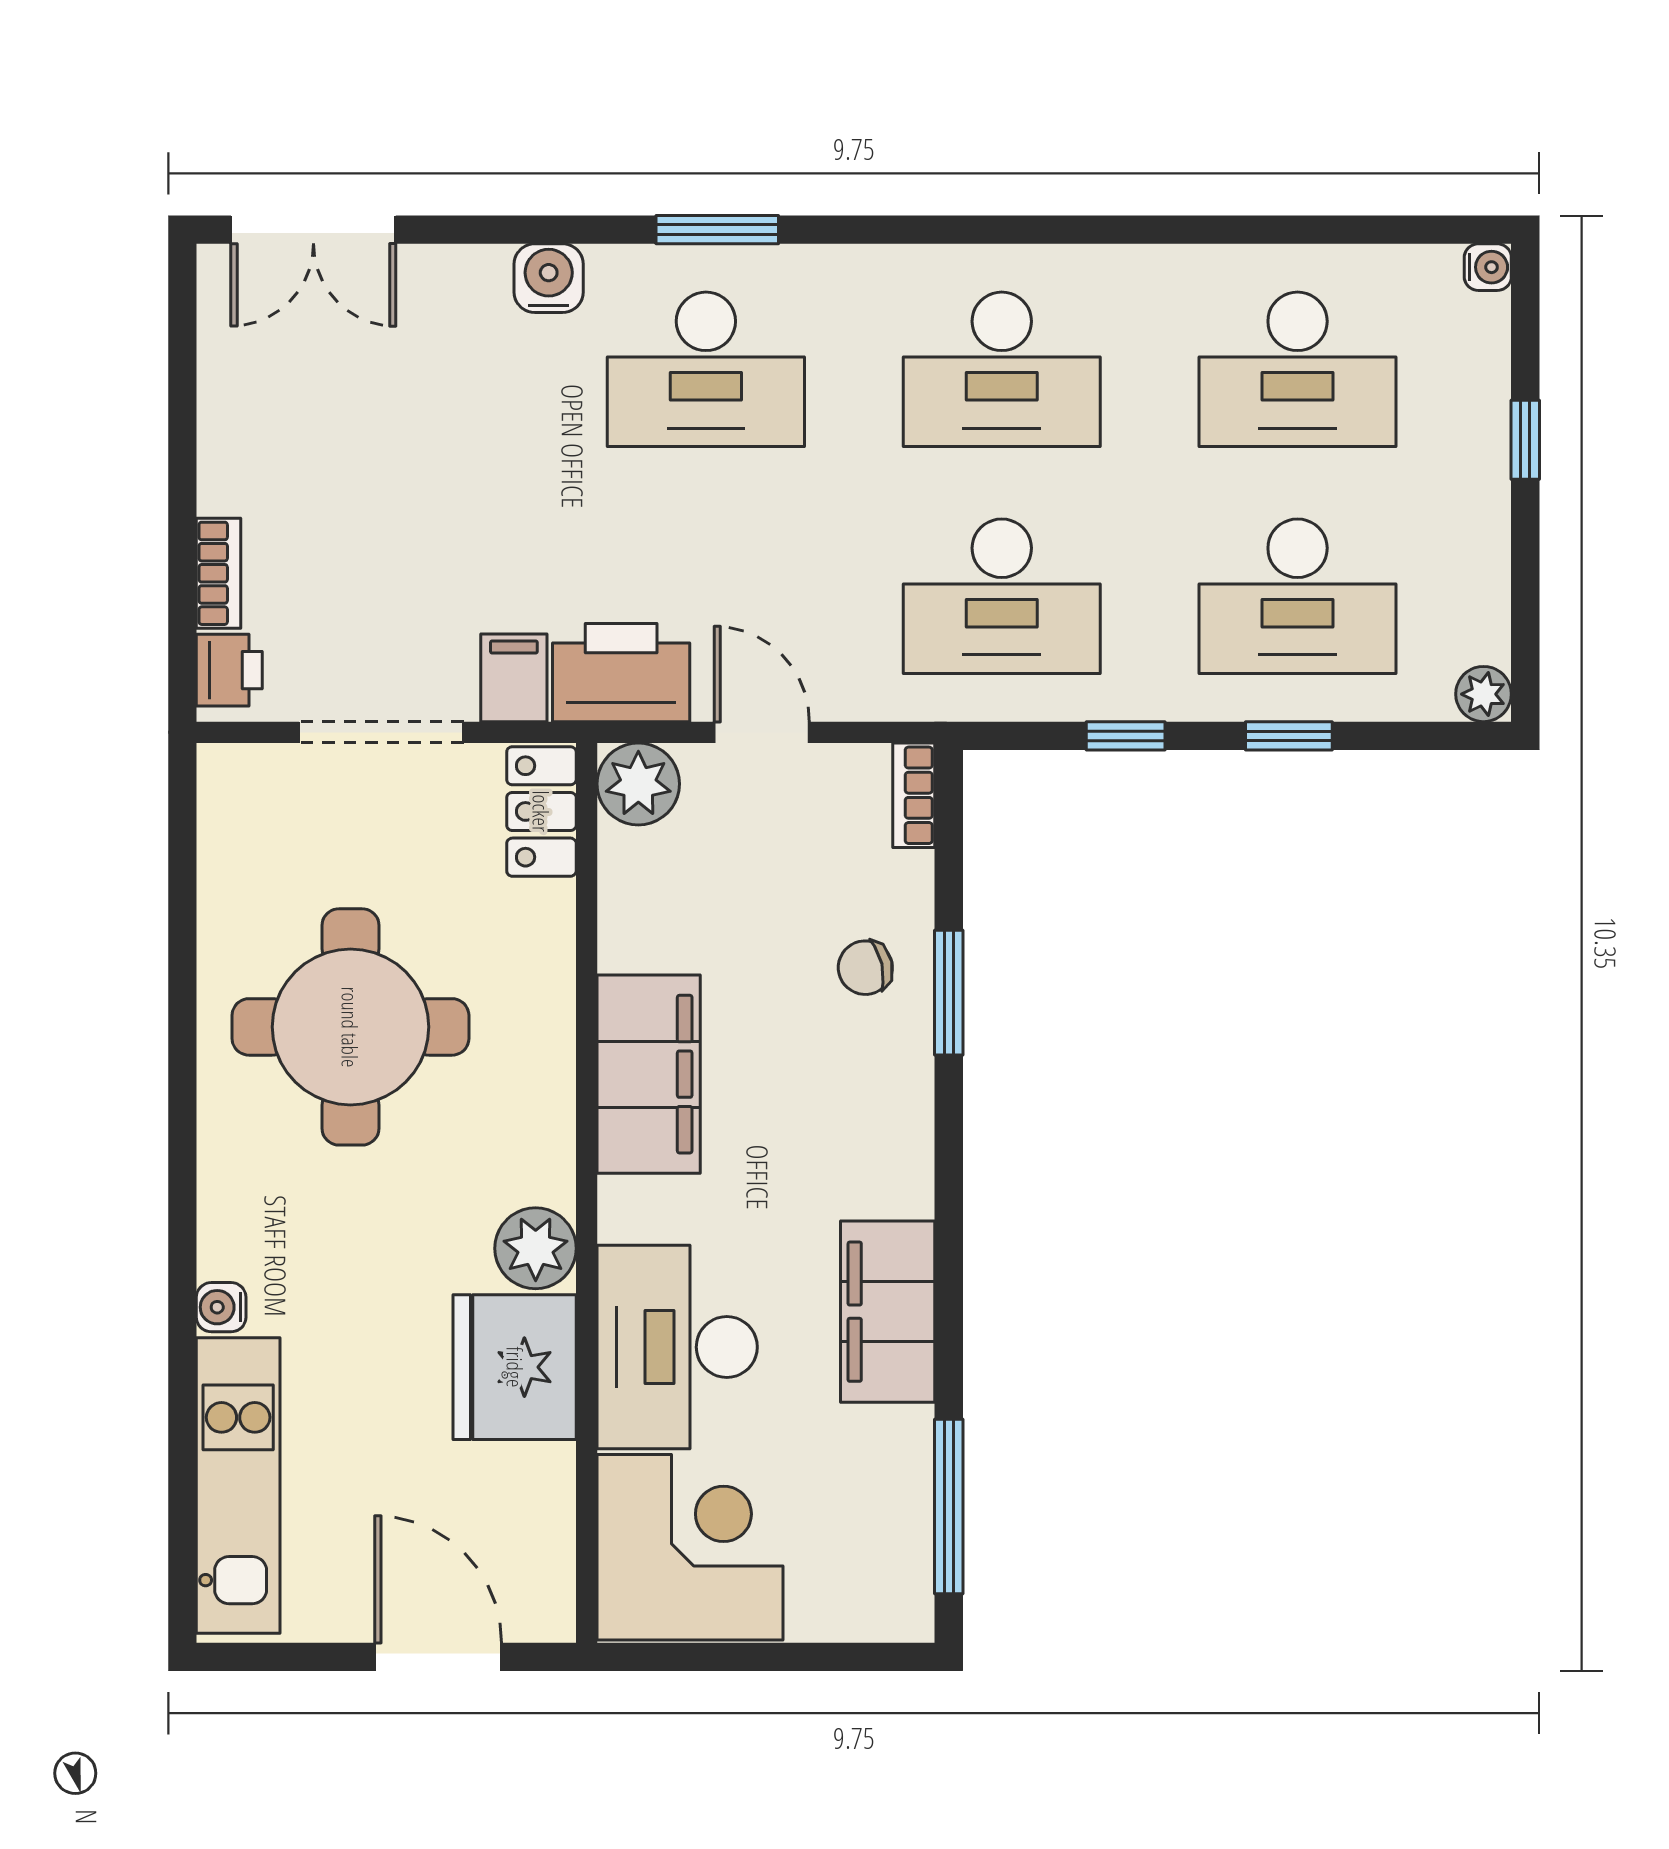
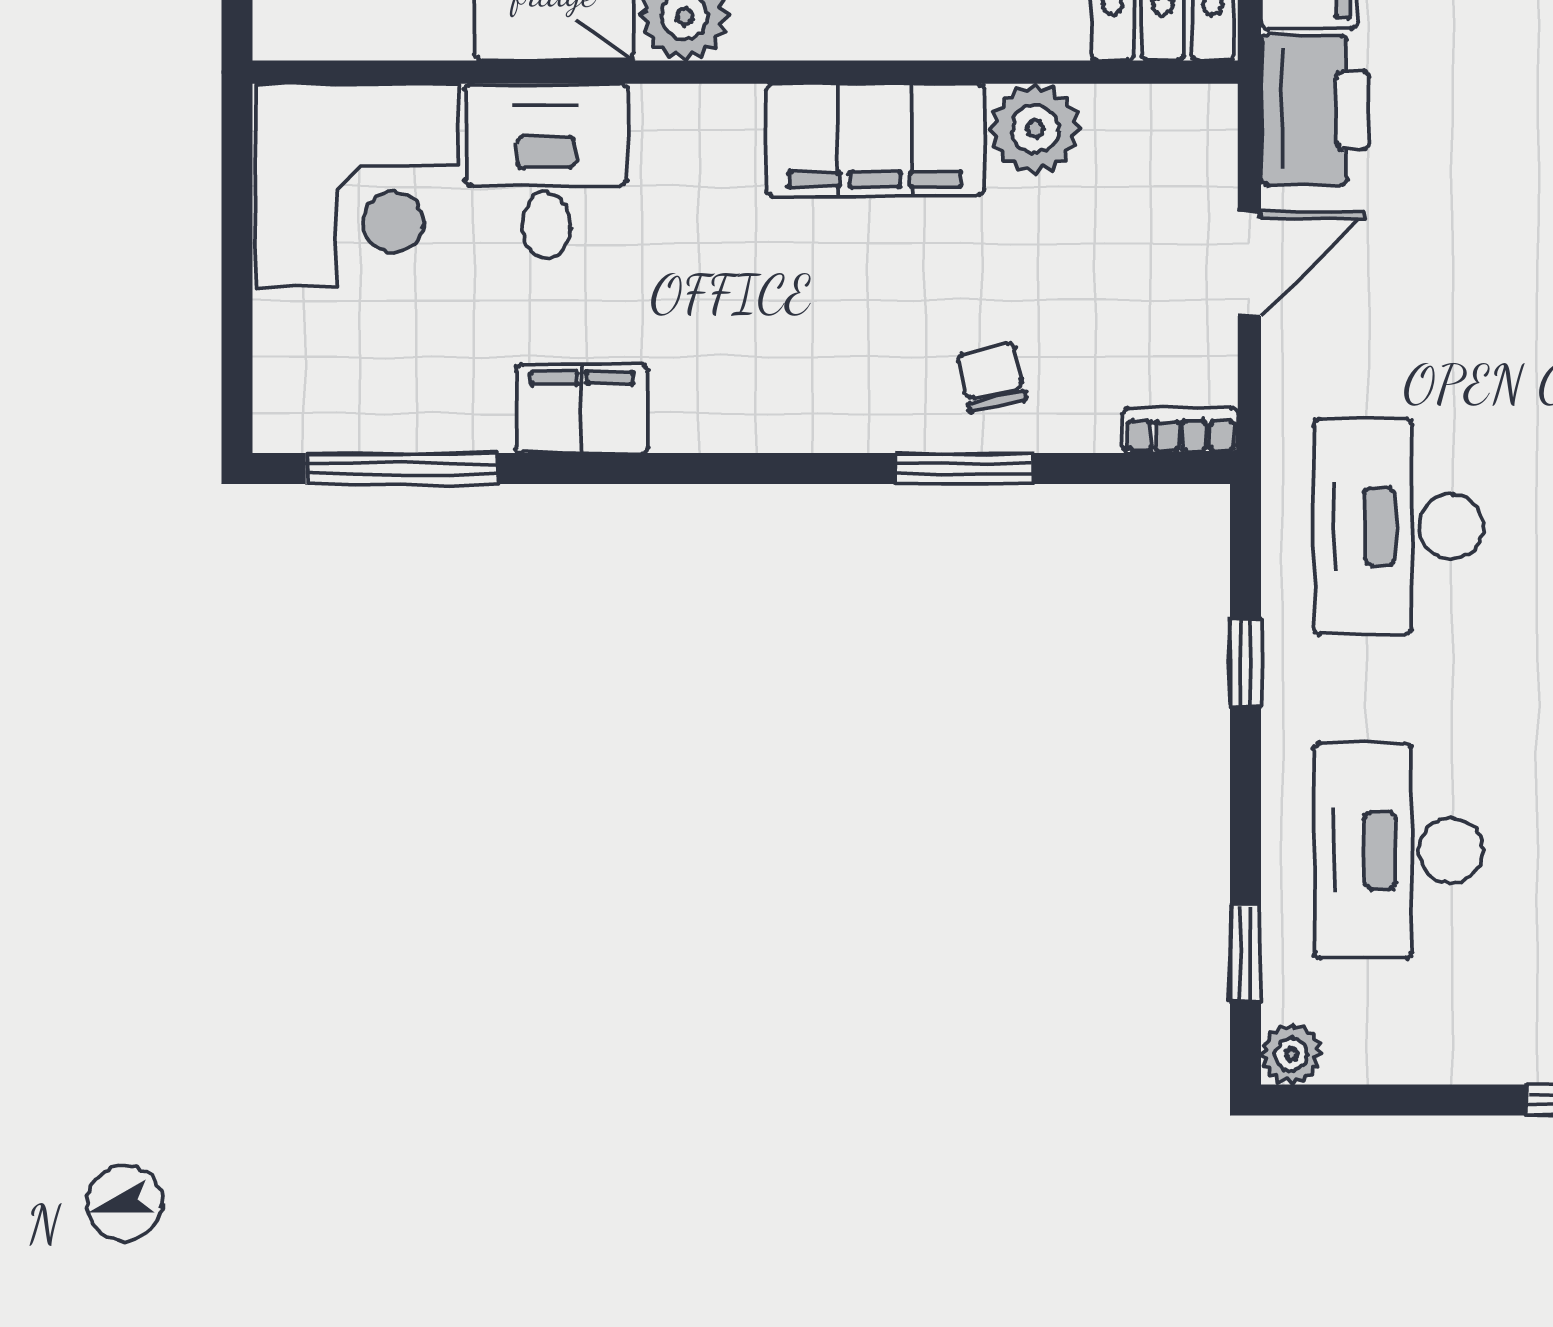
window: (1289, 736) -> (1246, 953), moved
plant: (638, 784) -> (1035, 129), moved
filing cabinet: (888, 1312) -> (582, 409), width x0.67, depth x0.86
desk: (677, 1347) -> (546, 171), width x0.73

